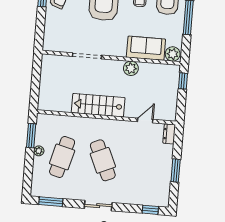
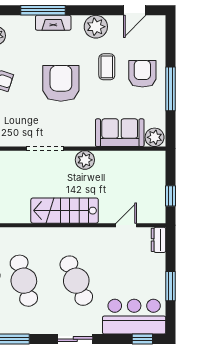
plant: (131, 68) -> (85, 160), moved
window: (183, 81) -> (171, 196), moved
cafe table: (62, 157) -> (24, 281), turned -30
bar counter: (145, 192) -> (134, 317), added

